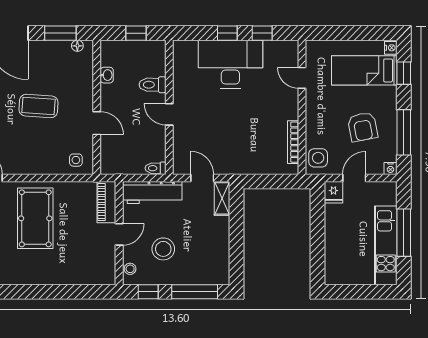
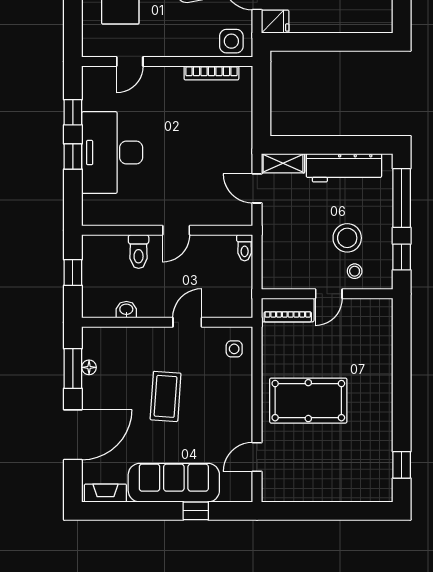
floor lamp: (77, 46) -> (89, 367), moved
door: (202, 178) -> (257, 188), hinge flipped
workbench: (152, 193) -> (344, 168), moved, turned 90
door: (119, 234) -> (329, 294), swing flipped
stool: (130, 269) -> (355, 271), moved

